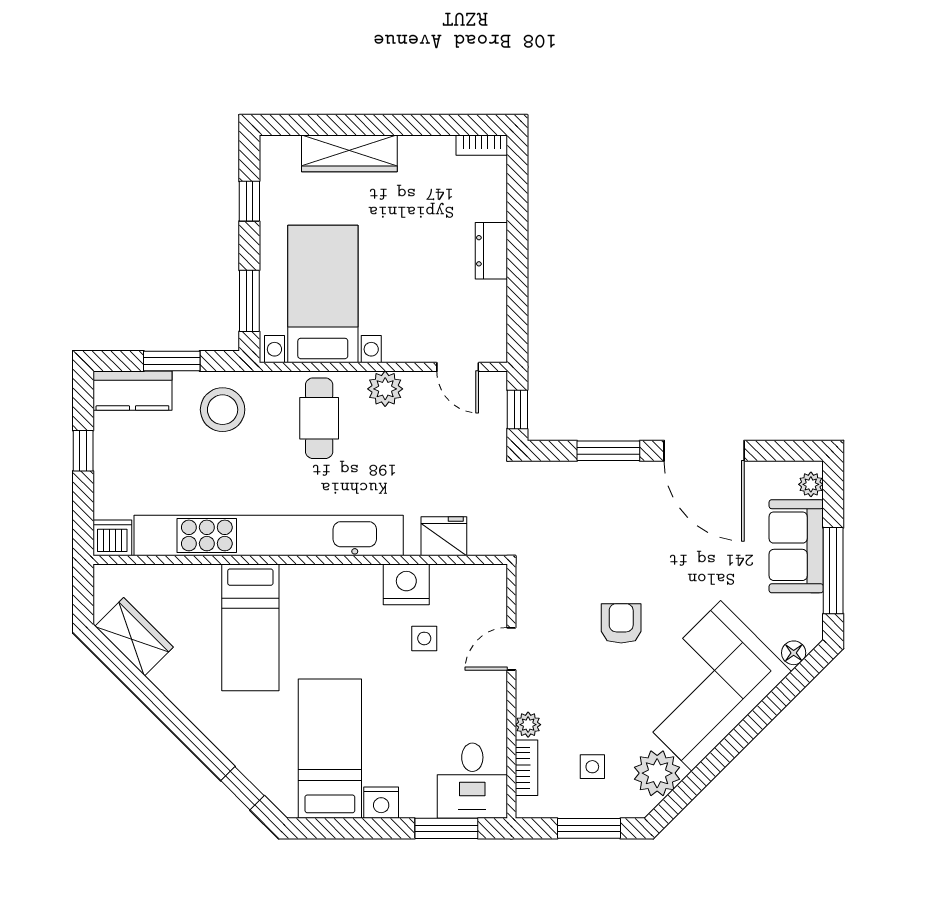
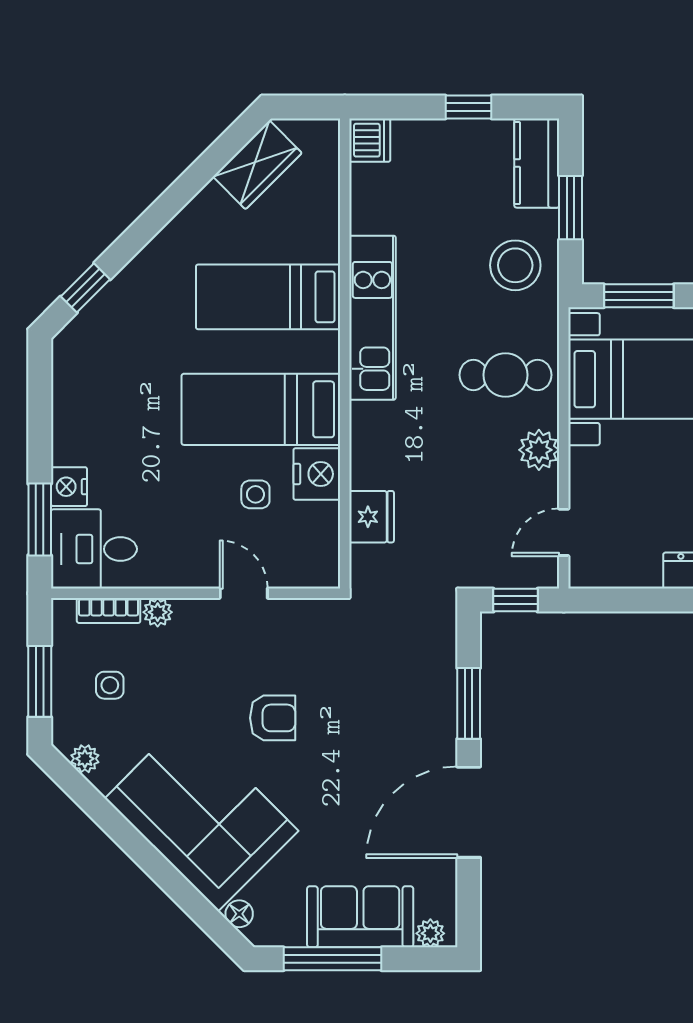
kitchen unit: (269, 535) -> (372, 318), width x0.54
bed: (330, 749) -> (261, 409), moved, turned 180
plant: (657, 773) -> (85, 759), width x0.53, depth x0.53
nightstand: (381, 803) -> (69, 487), moved

